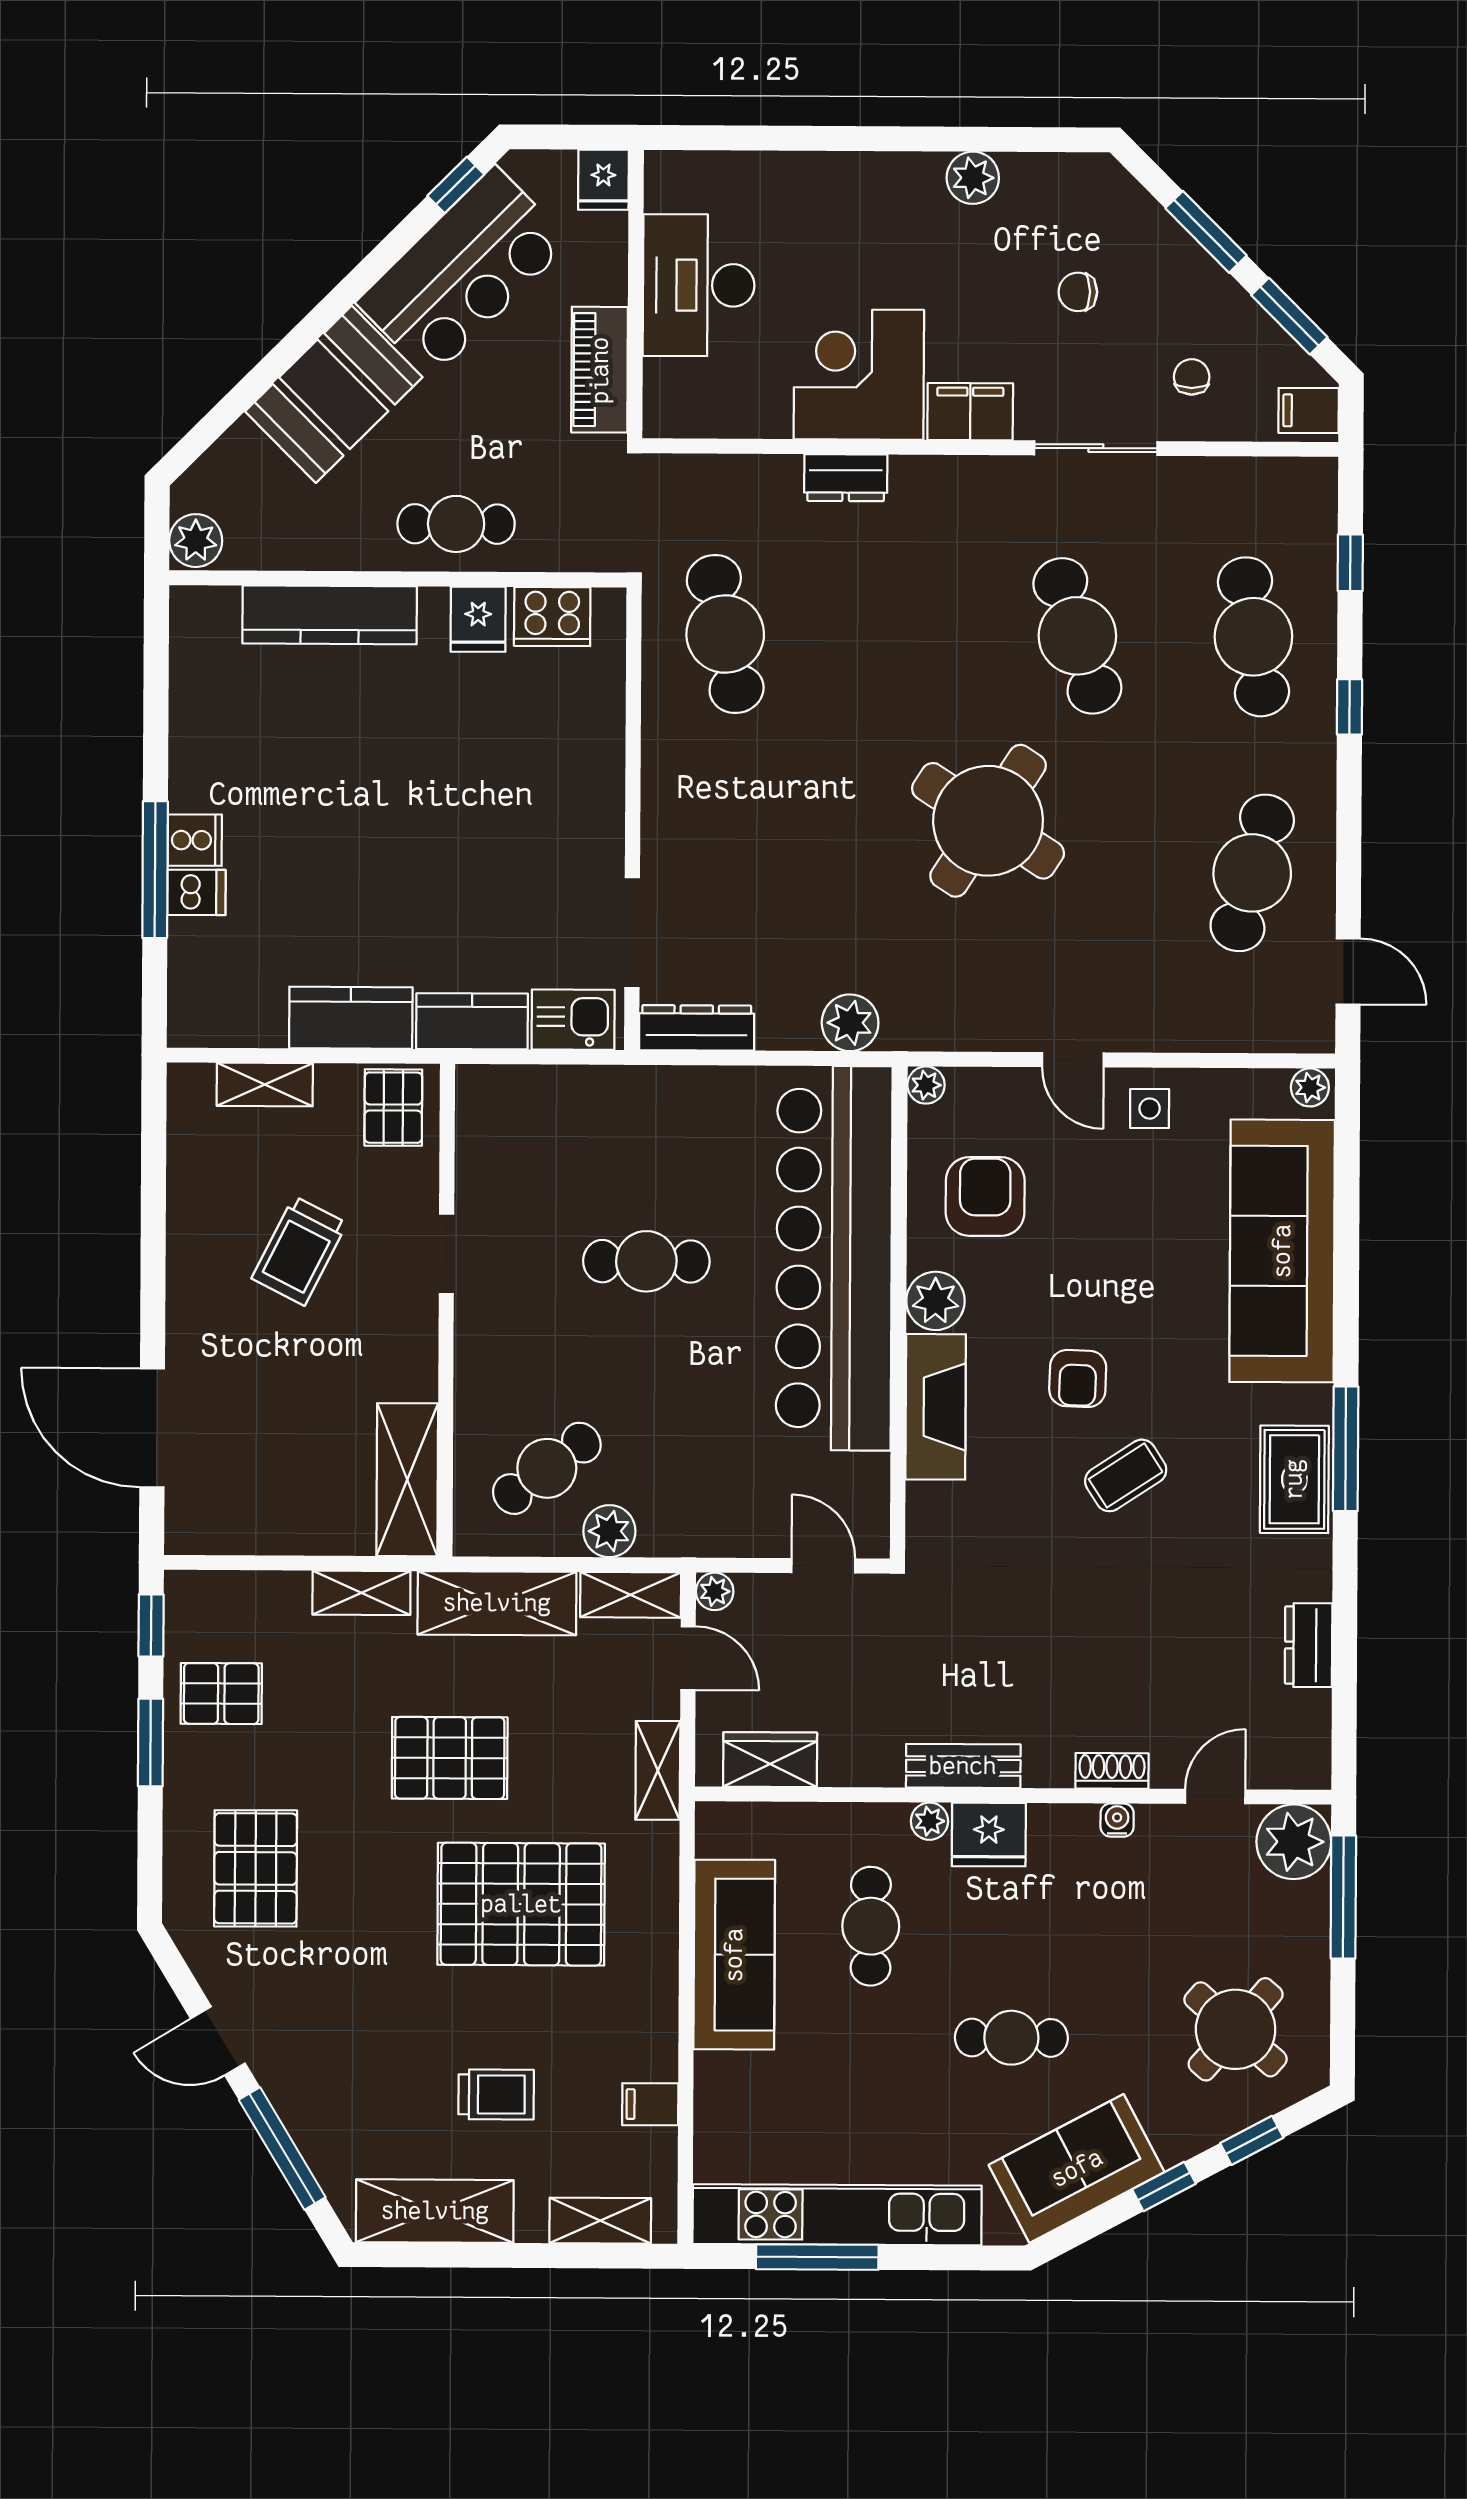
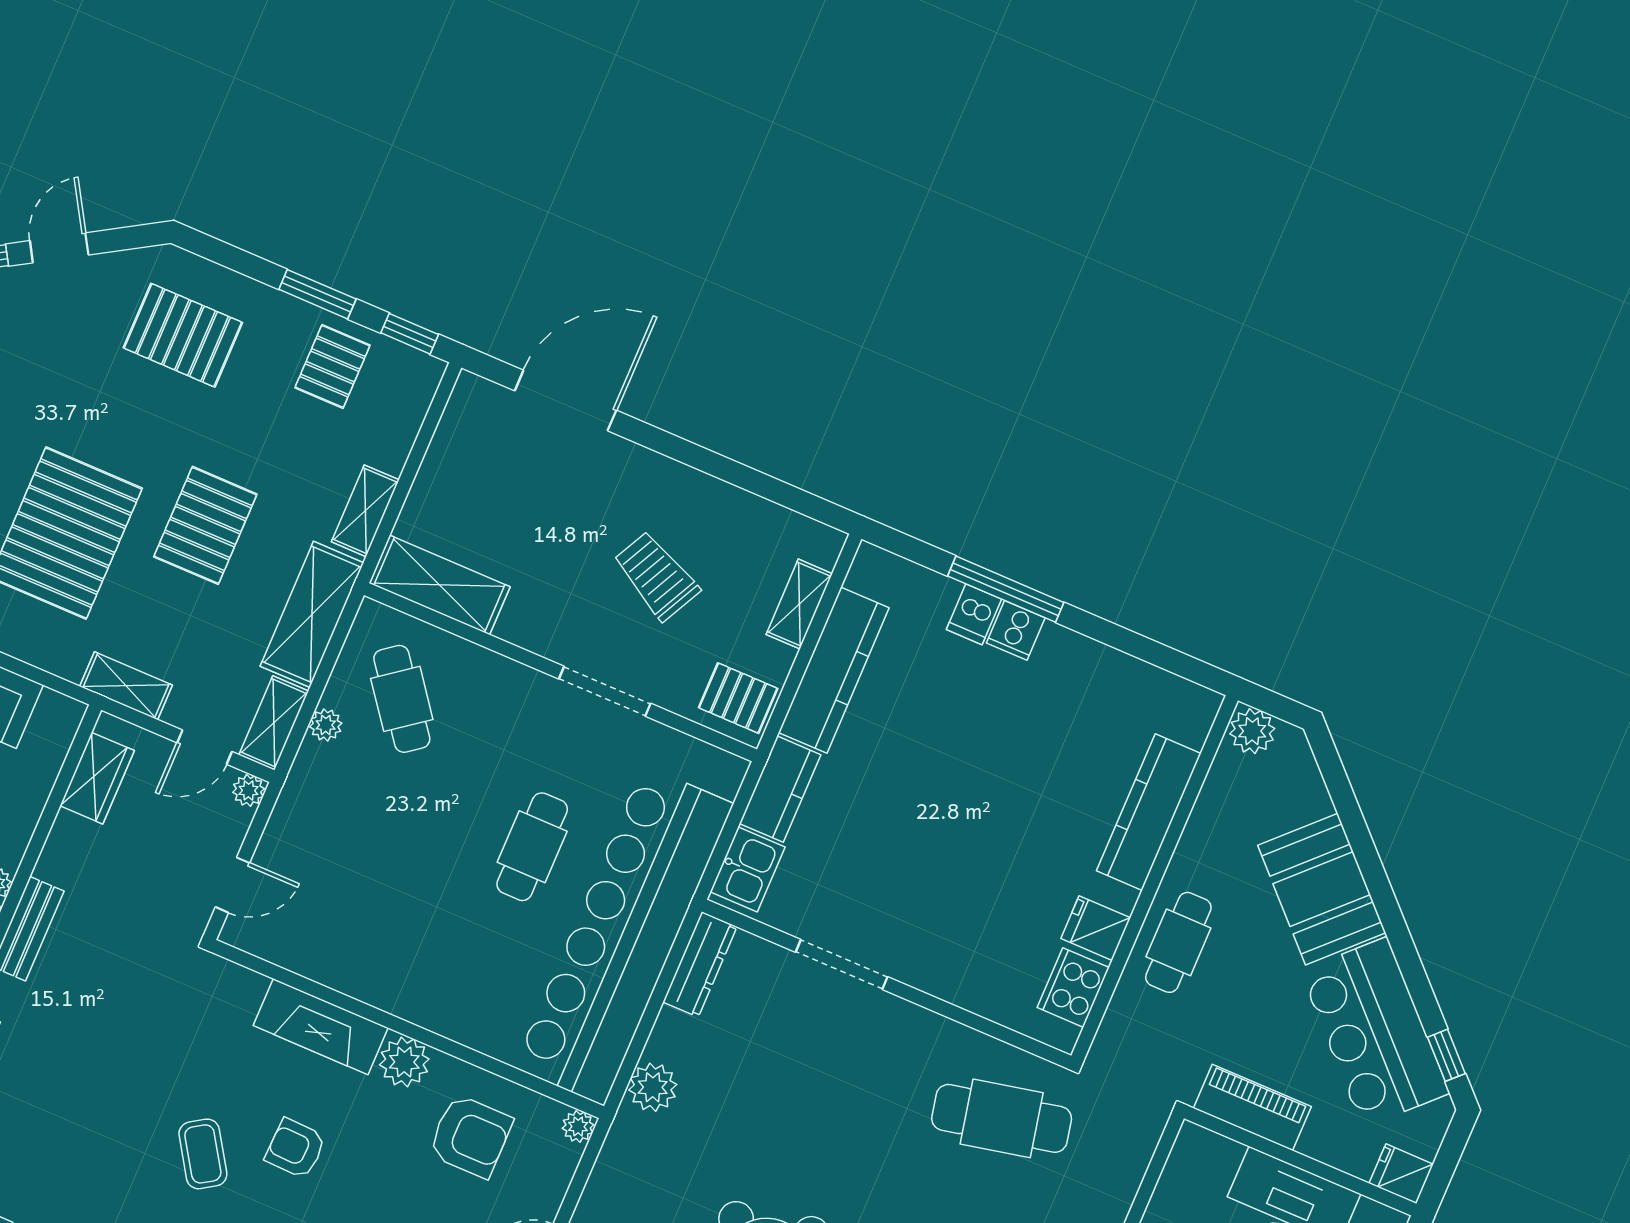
doorway: (632, 933) -> (842, 964), moved
kitchen counter: (351, 1018) -> (834, 670), width x1.50
doorway: (446, 1254) -> (605, 691), width x1.38
bar counter: (834, 1258) -> (624, 935), moved, turned -90
plant: (609, 1531) -> (326, 725), width x0.73, depth x0.73

